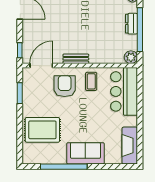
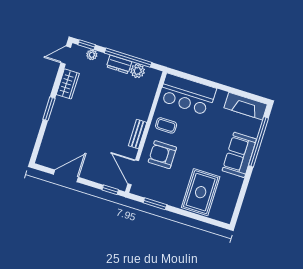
plant: (131, 57) -> (138, 71), moved
window: (64, 167) -> (258, 142), moved

